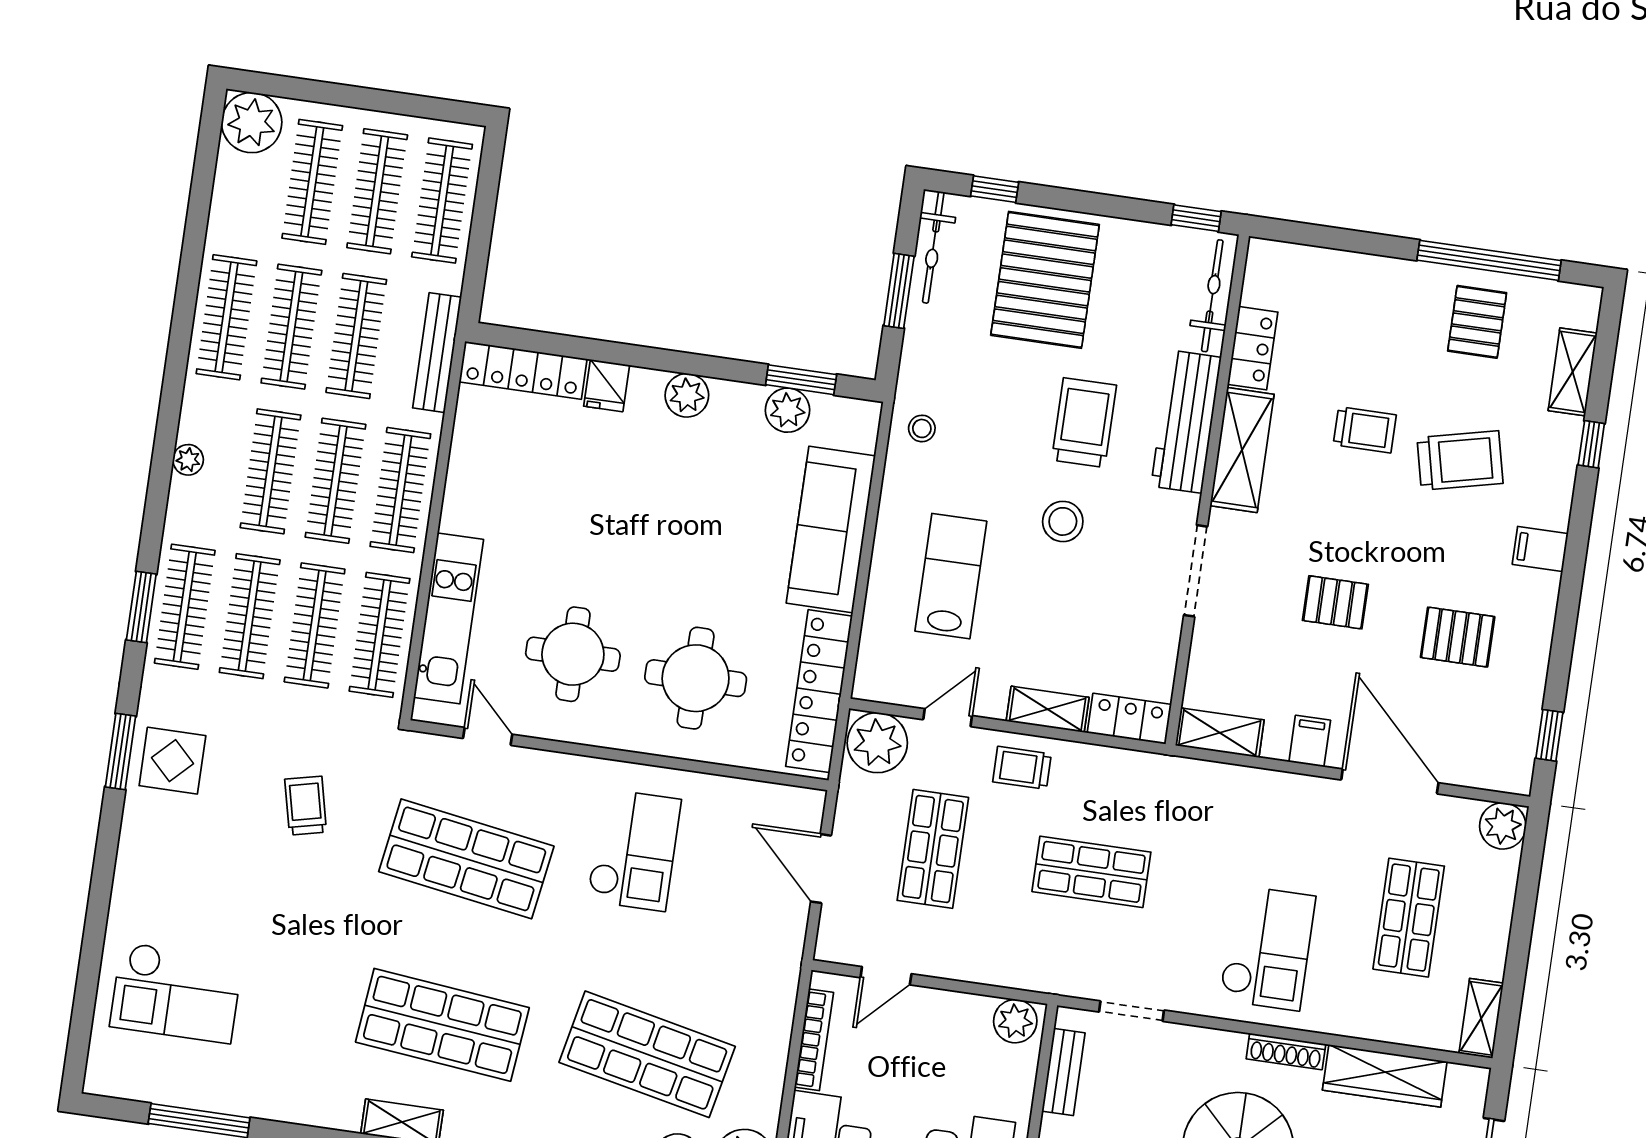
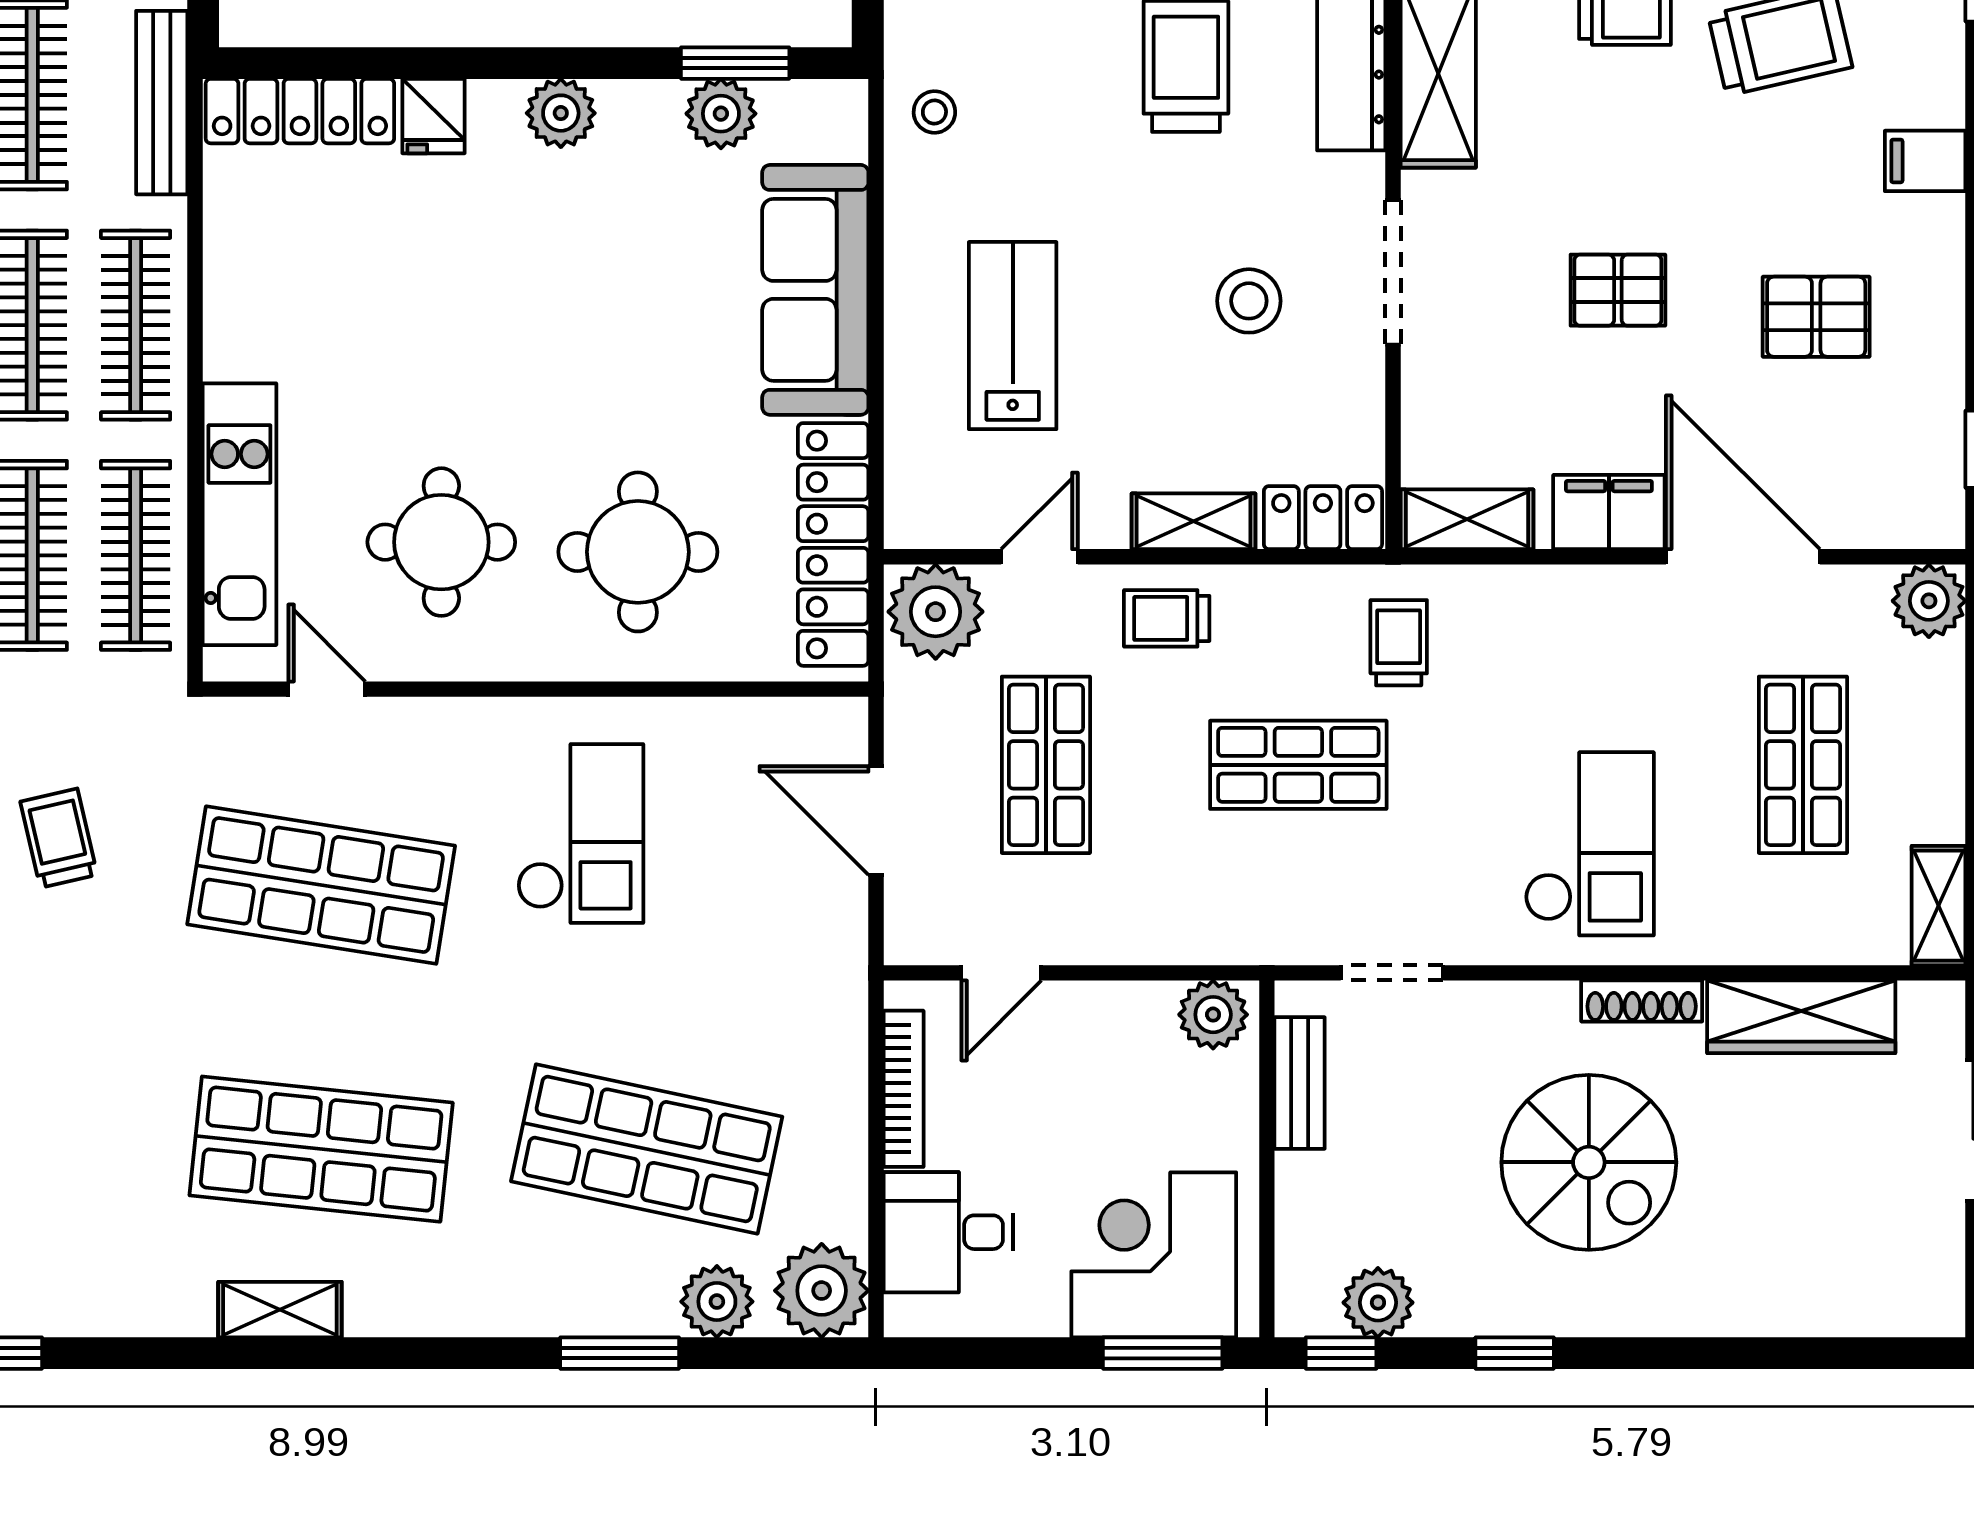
stool: (1063, 521) -> (1249, 301), moved
filing cabinet: (1310, 741) -> (1609, 512), width x2.00
trolley: (1166, 804) -> (1399, 643), added

